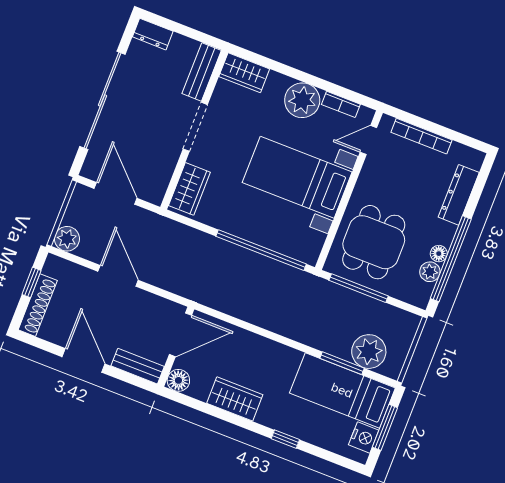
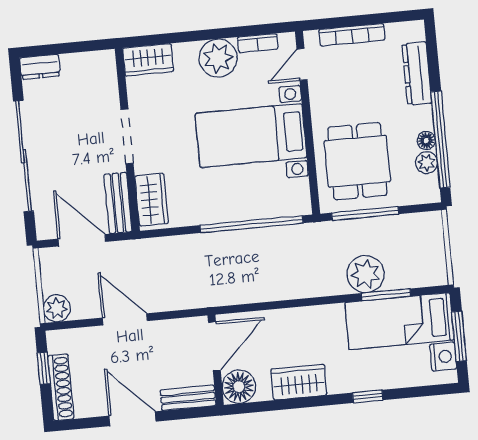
bench: (202, 72) -> (118, 203), moved
plant: (369, 352) -> (366, 274), moved
floor lamp: (178, 380) -> (239, 387), width x1.38, depth x1.38

